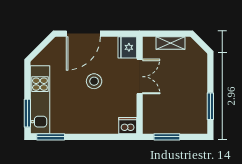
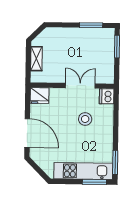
double door: (140, 77) -> (80, 86), moved
stool: (94, 81) -> (85, 119), moved
window: (167, 137) -> (117, 47), moved

